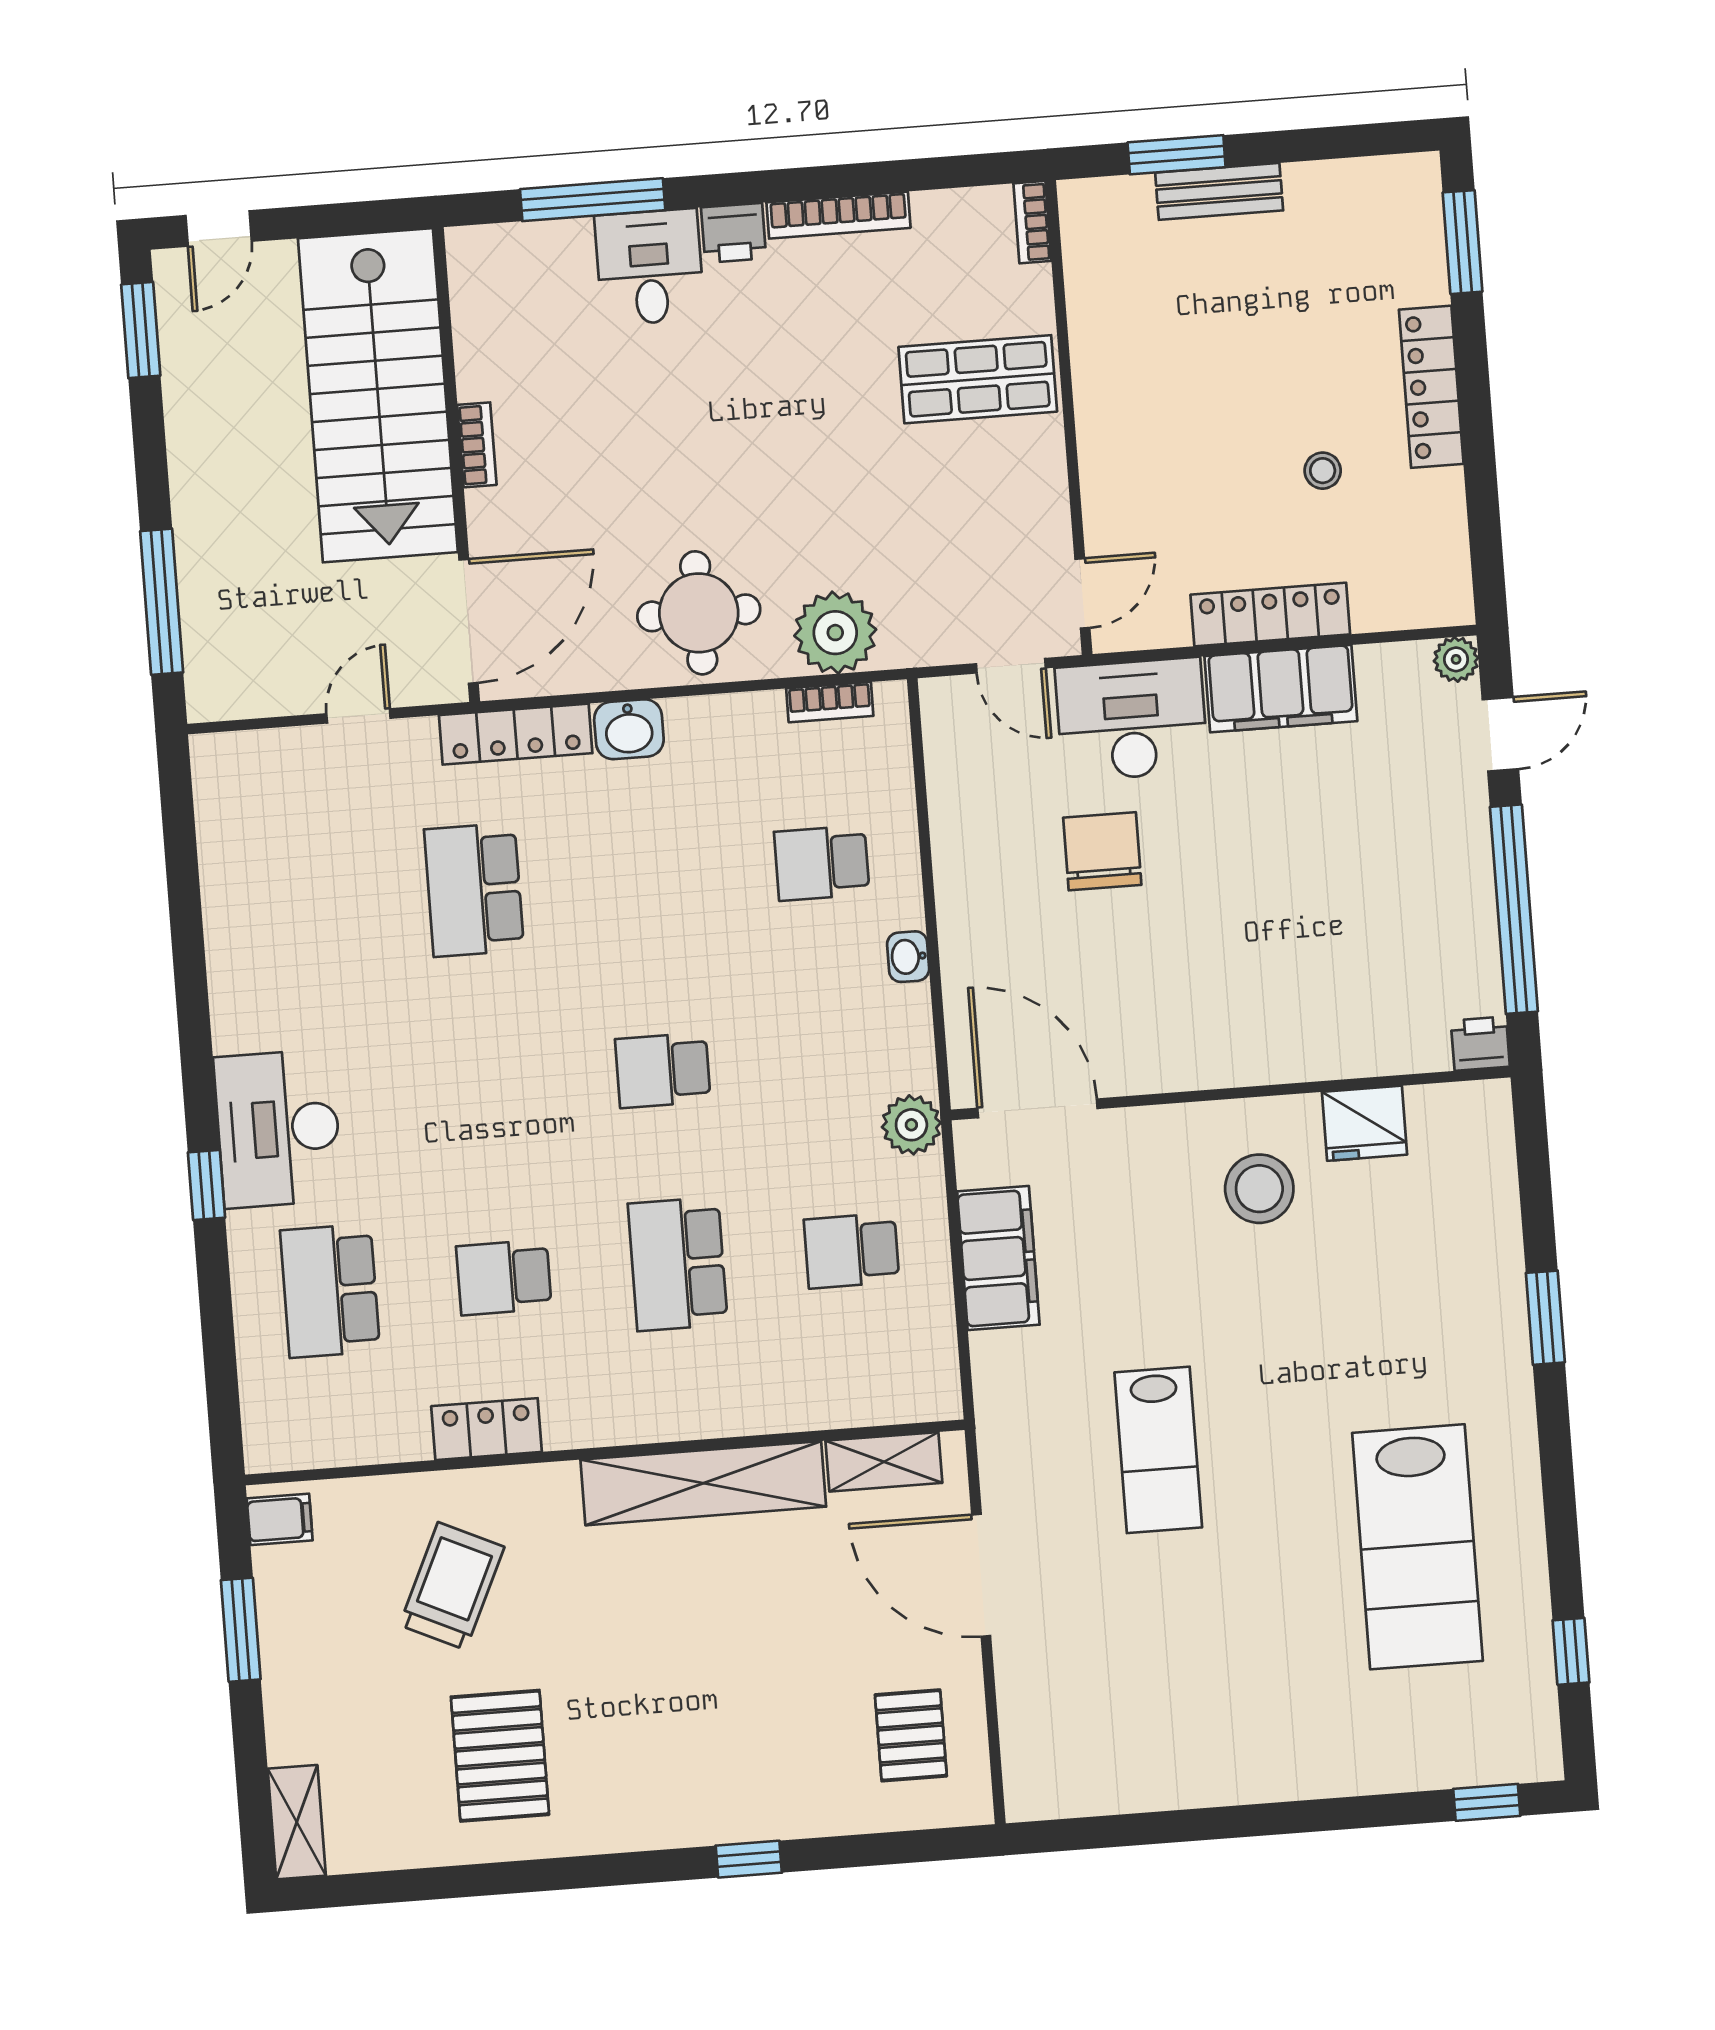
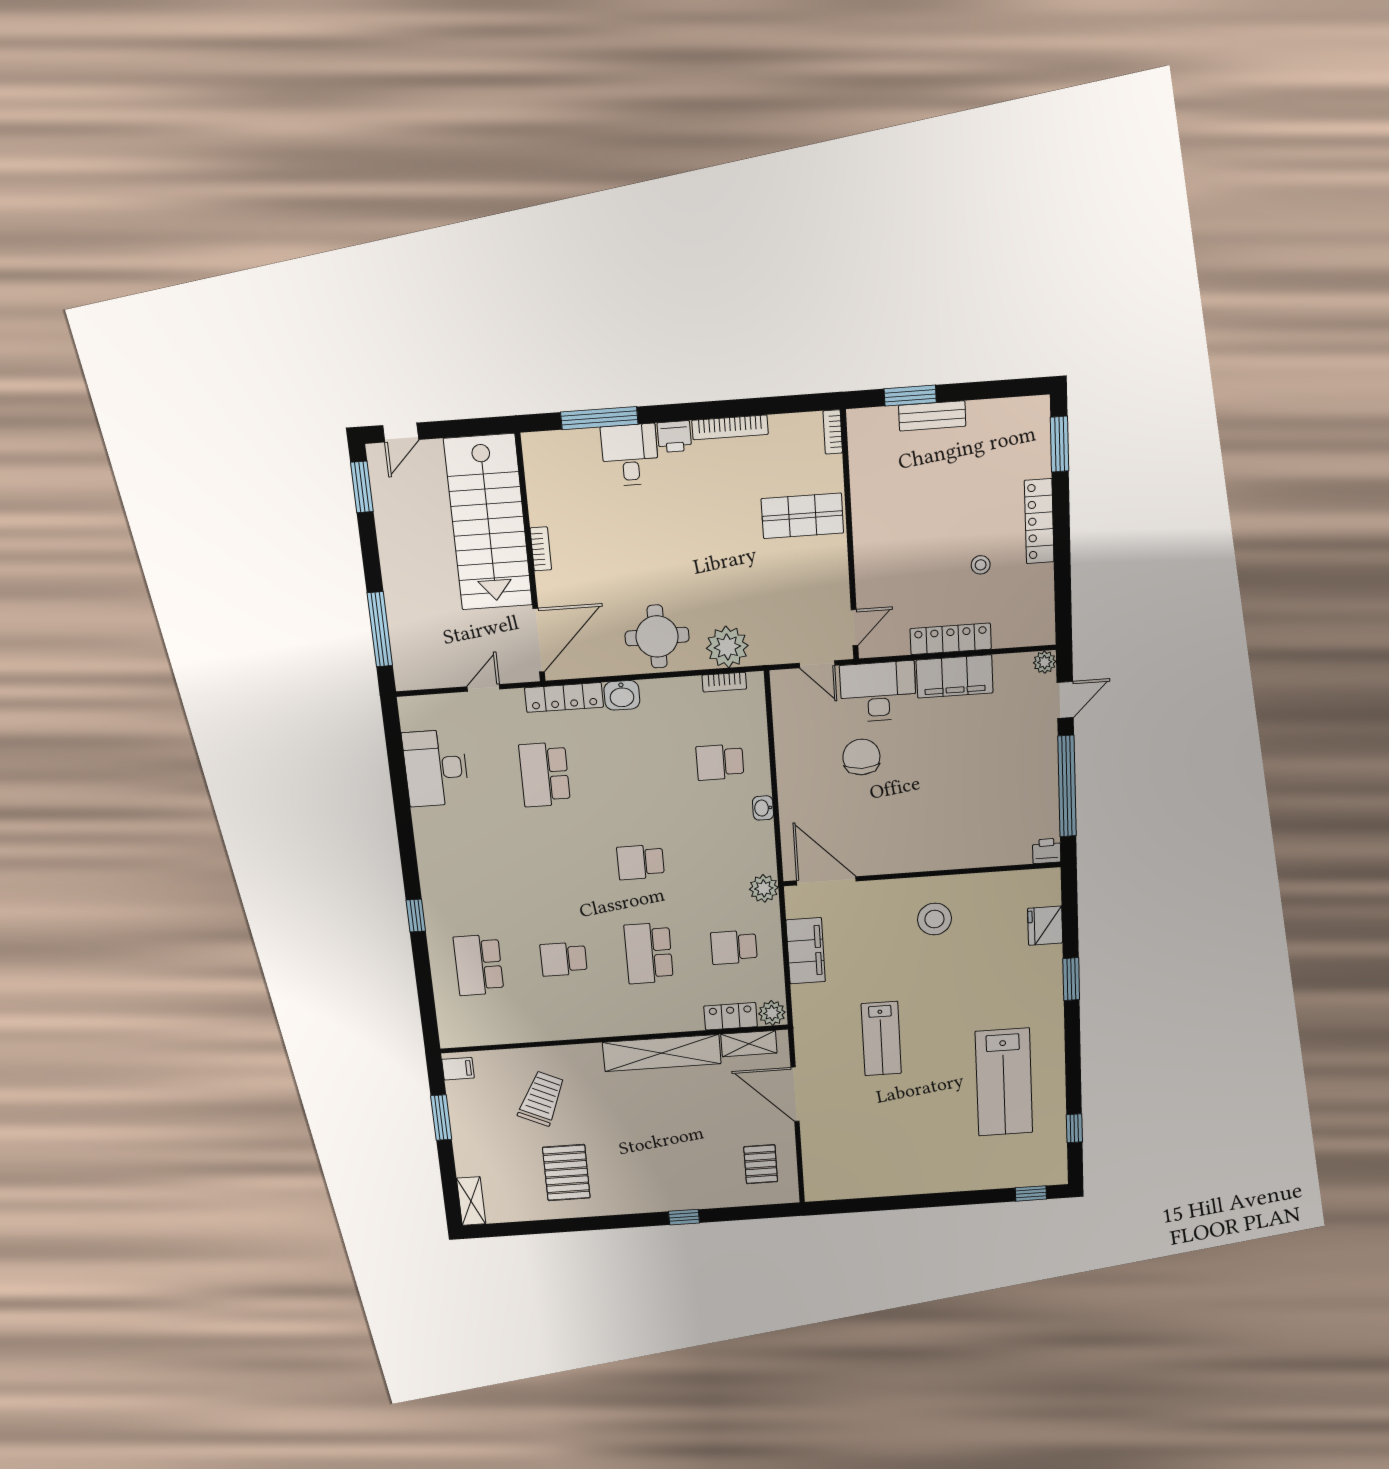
fridge: (1364, 1123) -> (1045, 926), moved, turned 90
desk: (278, 1129) -> (436, 768), moved
plant: (931, 1394) -> (772, 1013), added
locker: (487, 1429) -> (731, 1016), moved

